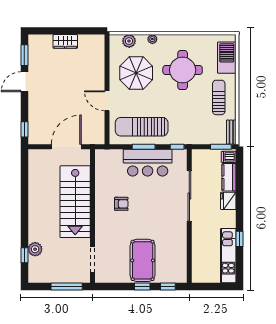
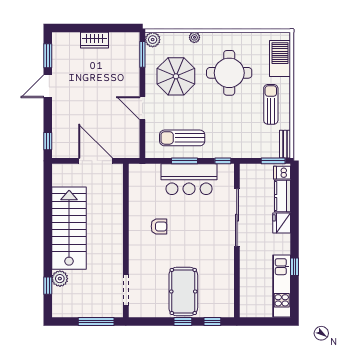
plant: (129, 41) -> (153, 40), moved
window: (107, 54) -> (142, 54), added
sun lounger: (142, 127) -> (182, 138), width x0.73, depth x0.75
door: (66, 147) -> (96, 161), hinge flipped
stairs: (75, 202) -> (69, 228), moved, turned 180

